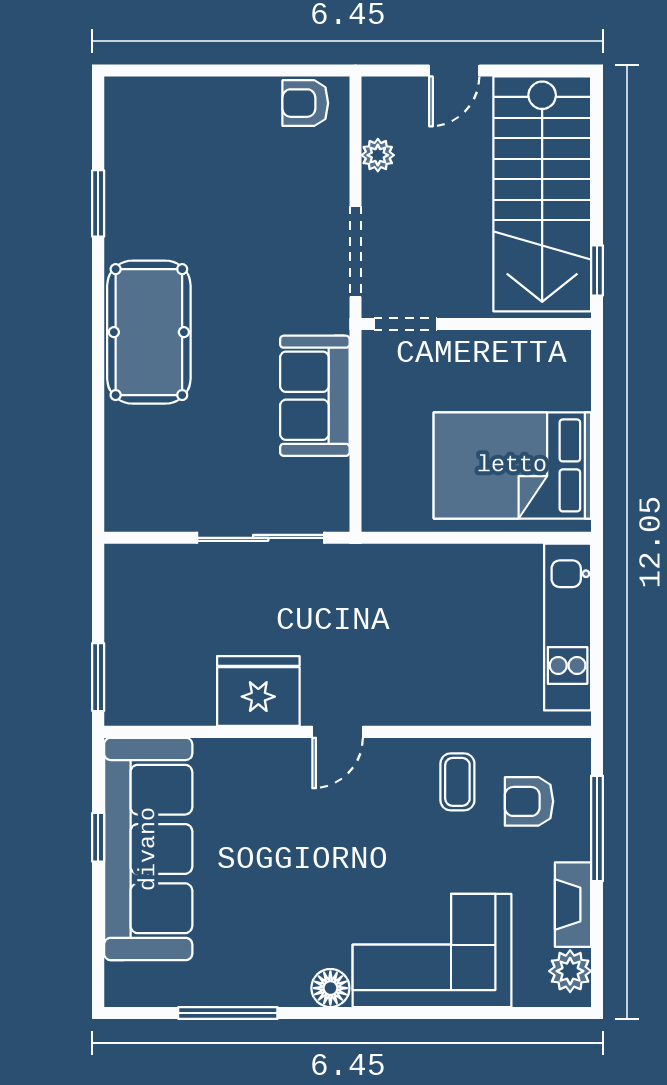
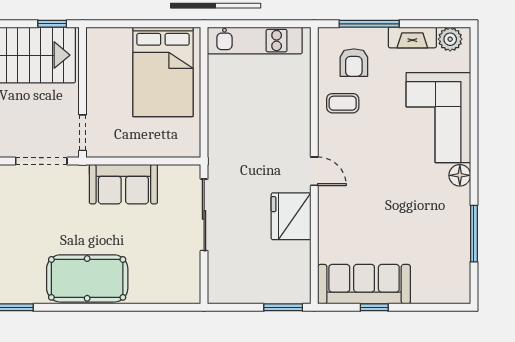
sofa: (148, 849) -> (364, 284), width x0.74, depth x0.79

